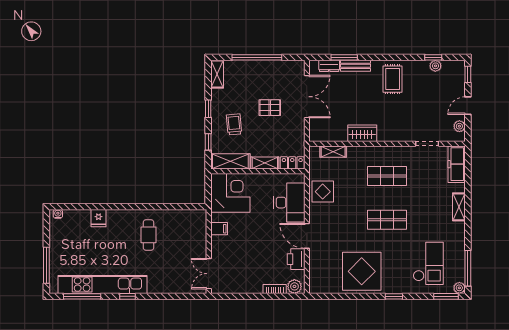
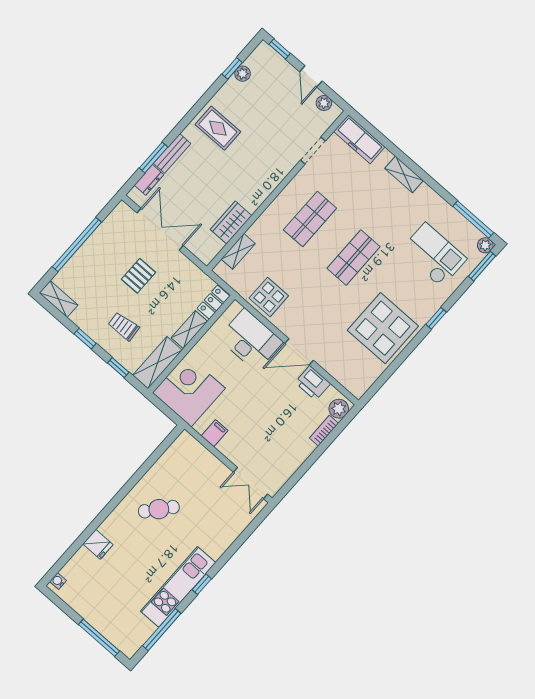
wardrobe: (362, 133) -> (231, 223), moved
cafe table: (148, 235) -> (159, 509), turned -50
kitchen unit: (102, 284) -> (178, 587), width x0.73

